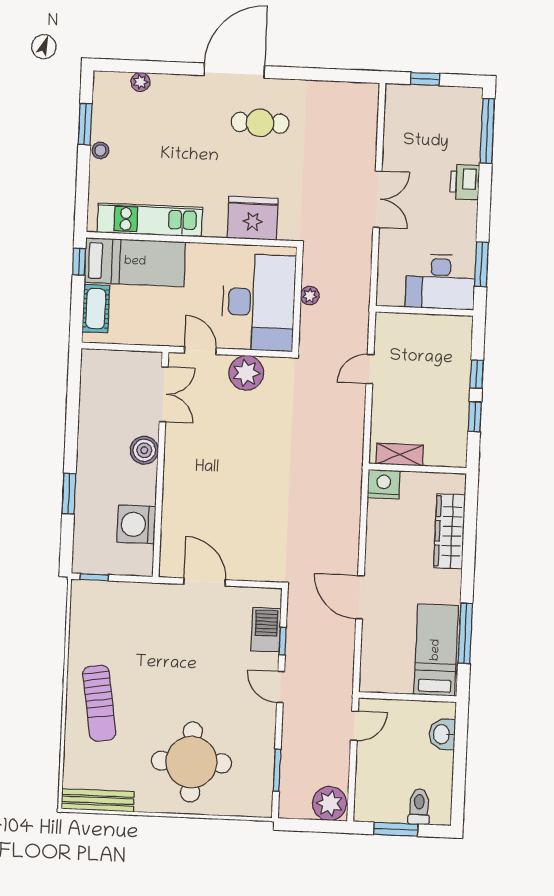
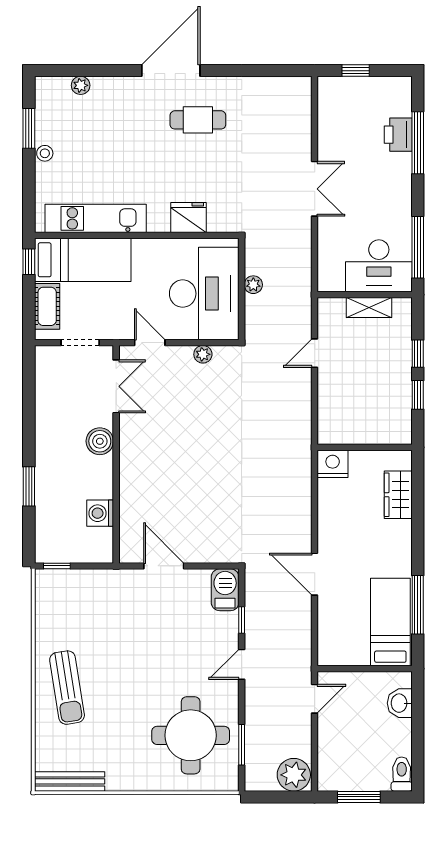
window: (487, 131) -> (418, 143), moved
printer: (465, 182) -> (398, 135), moved
fridge: (253, 218) -> (189, 218), width x0.73, depth x0.75
window: (481, 264) -> (418, 247), width x1.44
doorway: (128, 347) -> (80, 343), added
plant: (246, 373) -> (203, 354), width x0.53, depth x0.53
shelving: (400, 454) -> (369, 308), moved
washing machine: (136, 524) -> (100, 513), width x0.73, depth x0.73
wardrobe: (450, 531) -> (398, 495), width x0.67
barbecue: (266, 630) -> (225, 590), moved
door: (281, 687) -> (242, 664), hinge flipped
round table: (191, 762) -> (191, 735), moved
toilet: (419, 807) -> (402, 774), moved

